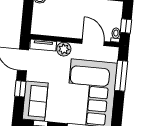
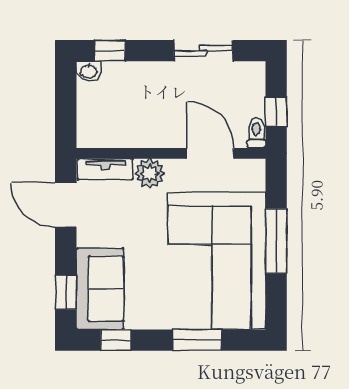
window: (121, 76) -> (276, 241), moved
window: (20, 89) -> (66, 292), moved

